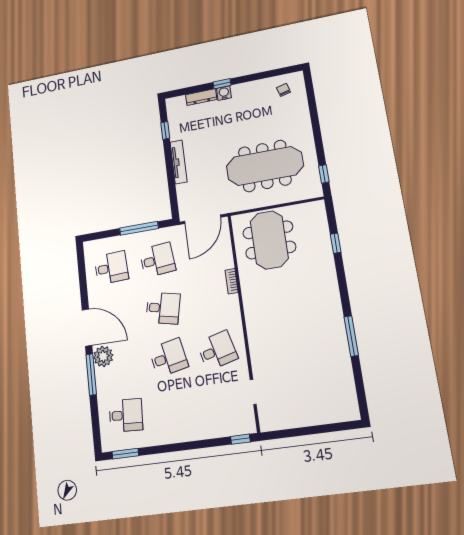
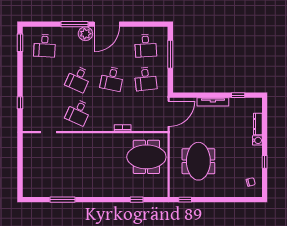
window: (222, 84) -> (265, 162), moved
meeting table: (265, 166) -> (198, 161), width x0.73
door: (203, 219) -> (169, 114), swing flipped
window: (139, 228) -> (170, 54), moved
window: (351, 336) -> (62, 200), moved
desk: (217, 350) -> (78, 112), turned 39
desk: (169, 358) -> (78, 79), turned 36
window: (240, 439) -> (20, 103), moved

